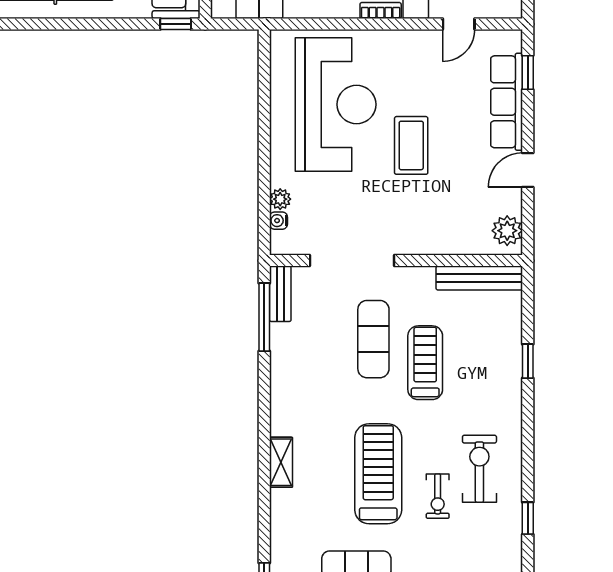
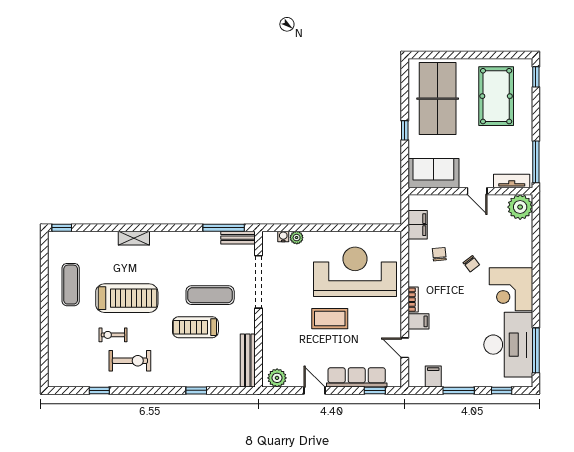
window: (176, 24) -> (405, 130), moved
reception desk: (336, 104) -> (355, 272), turned 180
treadmill: (425, 363) -> (195, 327), turned 180

